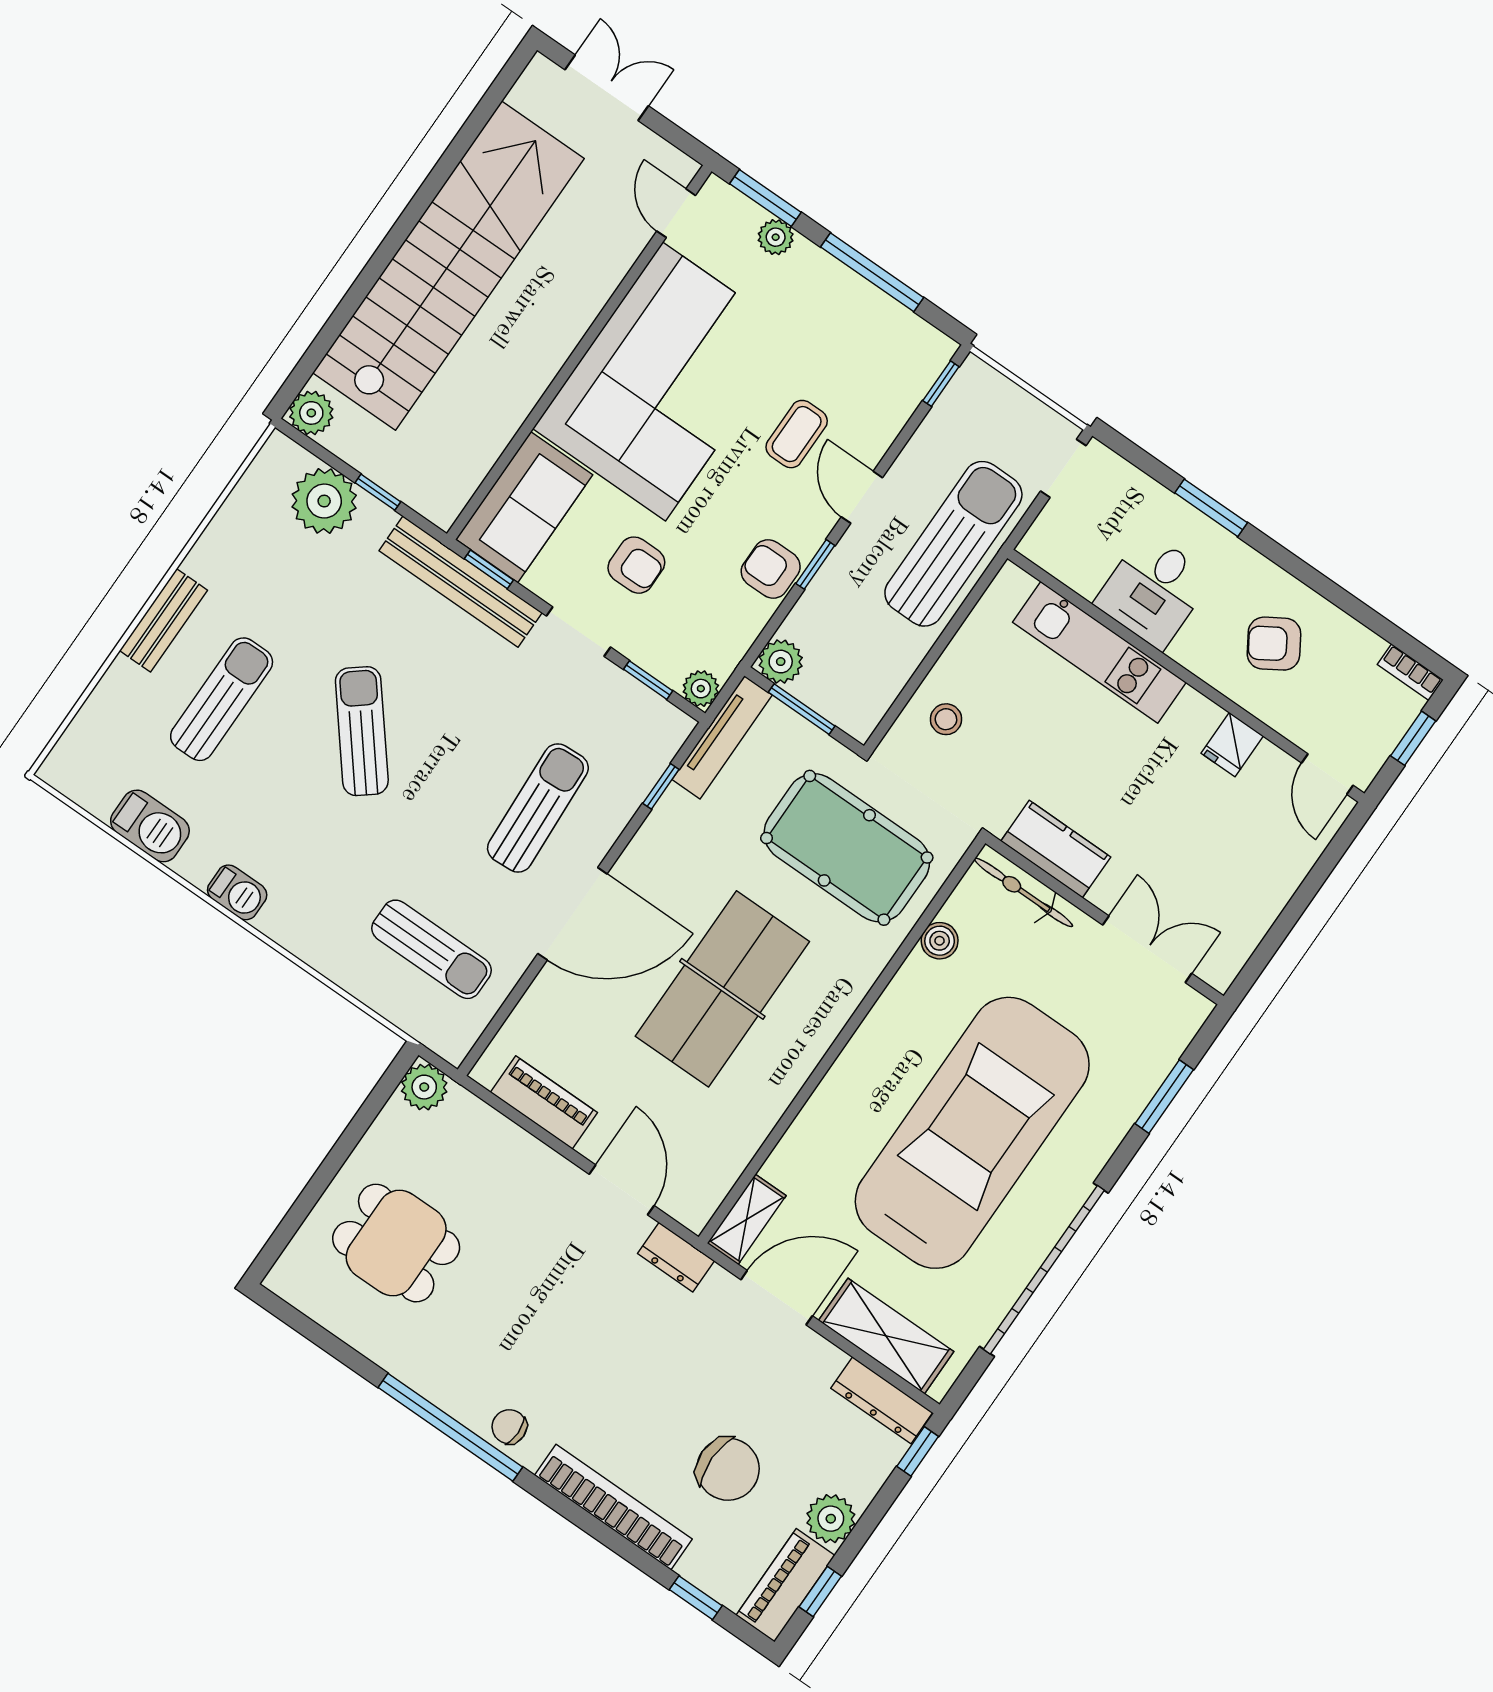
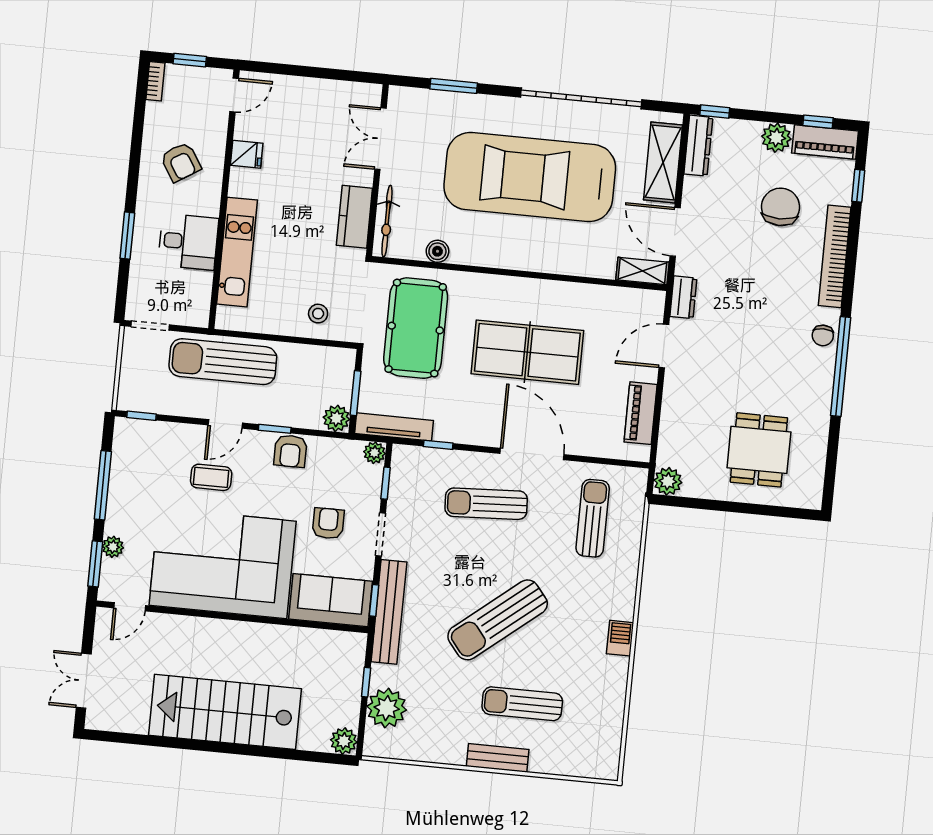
stairs: (448, 266) -> (225, 712), width x0.73
sun lounger: (362, 731) -> (498, 620), width x1.36, depth x1.34
barbecue: (150, 826) -> (611, 704), removed

